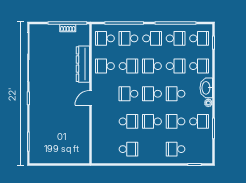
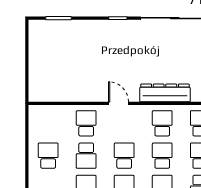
school desk: (128, 66) -> (162, 156), turned 180
school desk: (105, 121) -> (86, 123), added
school desk: (128, 149) -> (48, 156), turned 180

